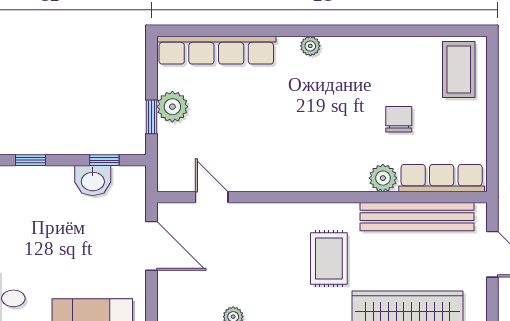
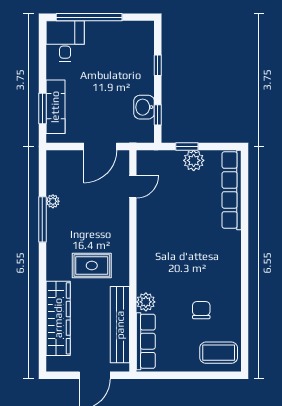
plant: (310, 46) -> (234, 253), removed
chair: (399, 119) -> (201, 310), moved, turned -90

